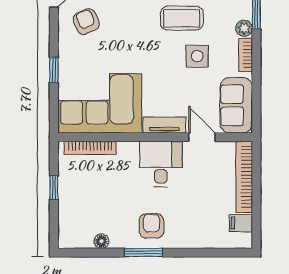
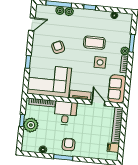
armchair: (86, 22) -> (58, 47), moved
desk: (161, 164) -> (65, 113), moved
plant: (72, 195) -> (31, 125), added

